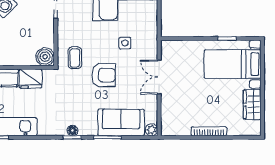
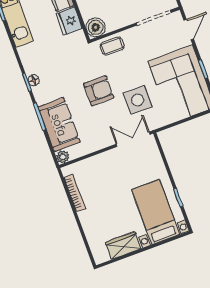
side table: (125, 43) -> (138, 100), width x1.87, depth x1.87
coffee table: (75, 58) -> (112, 46), moved
armchair: (104, 75) -> (99, 91), turned -90
double door: (159, 77) -> (133, 139), moved
bookcase: (209, 131) -> (74, 193), moved

